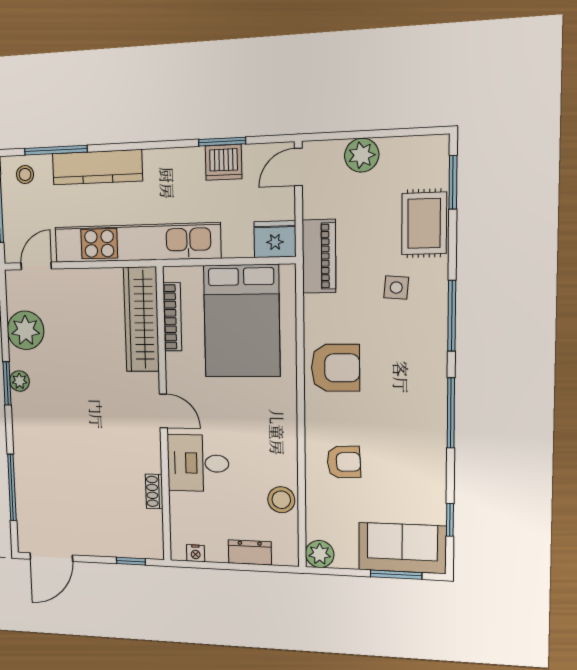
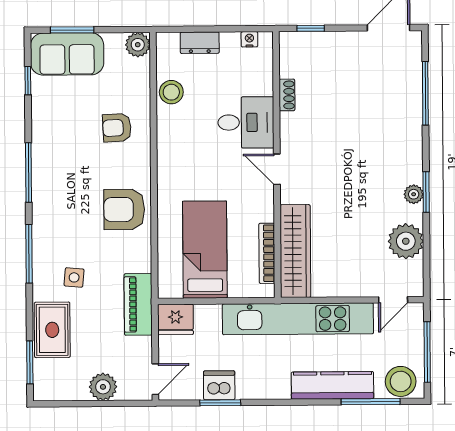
stool: (25, 174) -> (401, 381), width x1.89, depth x1.89
bed: (242, 321) -> (205, 250), width x0.67

